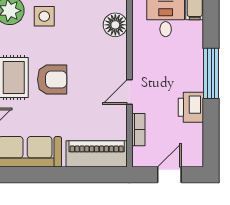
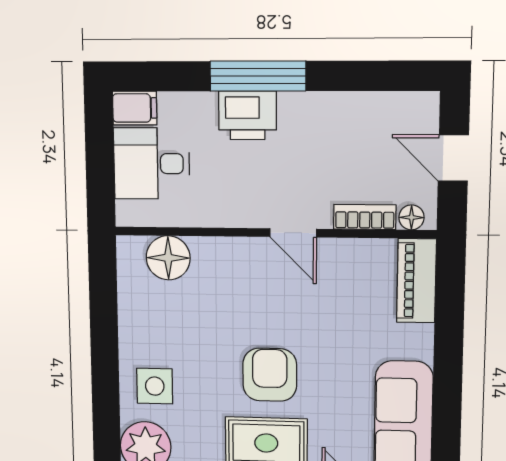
printer: (191, 107) -> (248, 115), moved
piano: (97, 154) -> (416, 281), width x0.73, depth x0.75
floor lamp: (138, 154) -> (411, 217), added

